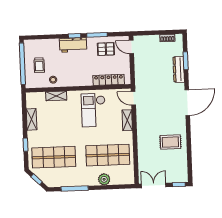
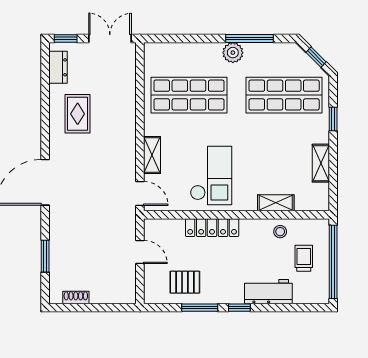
workbench: (73, 45) -> (268, 292), moved
door: (131, 47) -> (140, 252), moved
dresser: (179, 69) -> (58, 67), moved, width x0.70
locker: (109, 80) -> (212, 228), moved
rug: (170, 142) -> (78, 114), turned 90
plant: (104, 179) -> (233, 53), moved
double door: (154, 185) -> (110, 38), swing flipped

